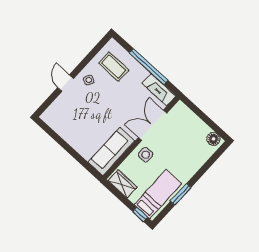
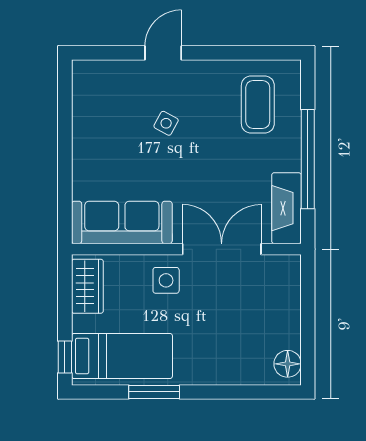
side table: (89, 80) -> (166, 123), moved

